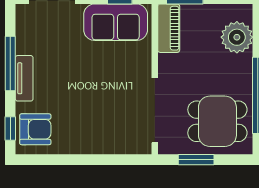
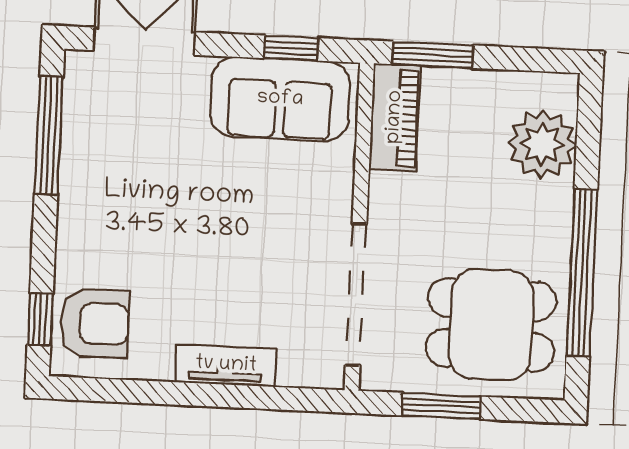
window: (10, 63) -> (49, 135), moved
tv unit: (24, 78) -> (226, 365), moved, turned -90

